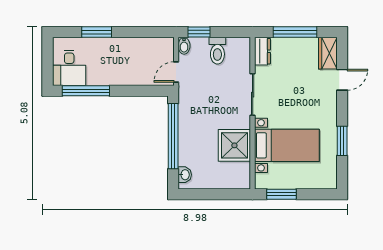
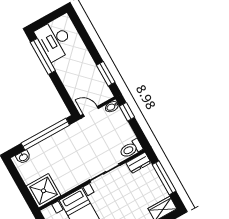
window: (97, 32) -> (106, 74), moved
toilet: (217, 51) -> (131, 149), moved
desk: (69, 68) -> (55, 40), width x1.37
shower: (234, 145) -> (44, 191), moved

